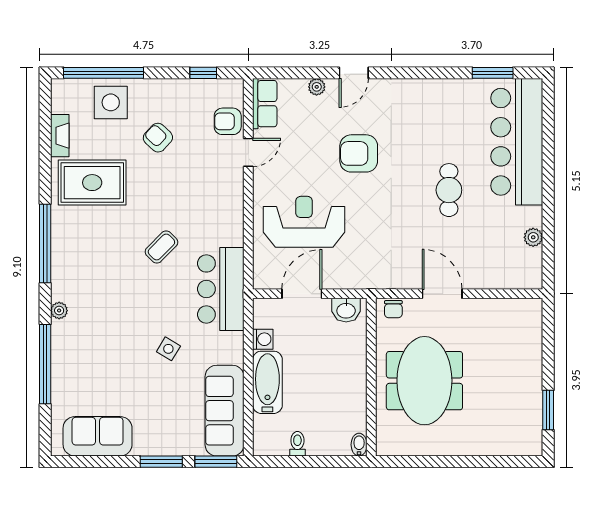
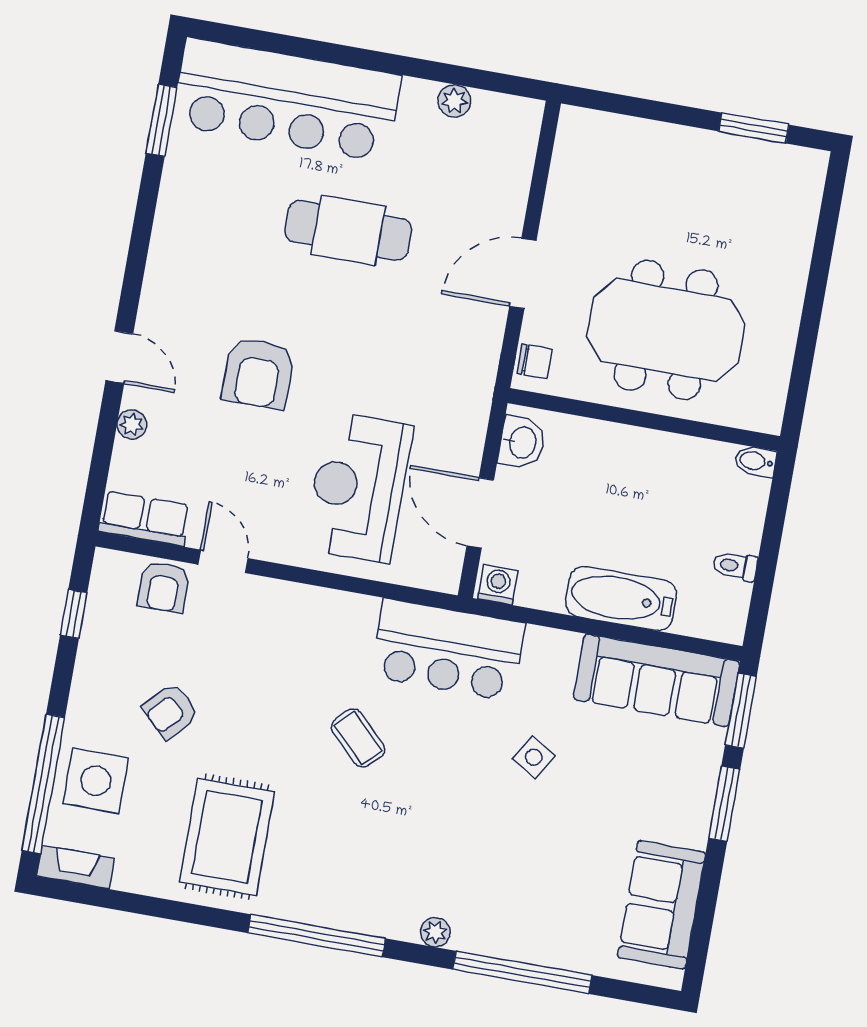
fireplace: (60, 136) -> (76, 867), moved
cafe table: (449, 190) -> (348, 230), width x1.37, depth x1.35
washing machine: (263, 339) -> (498, 585), moved

